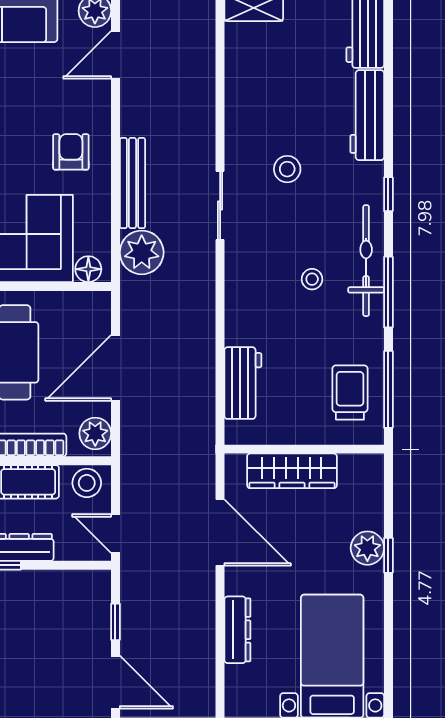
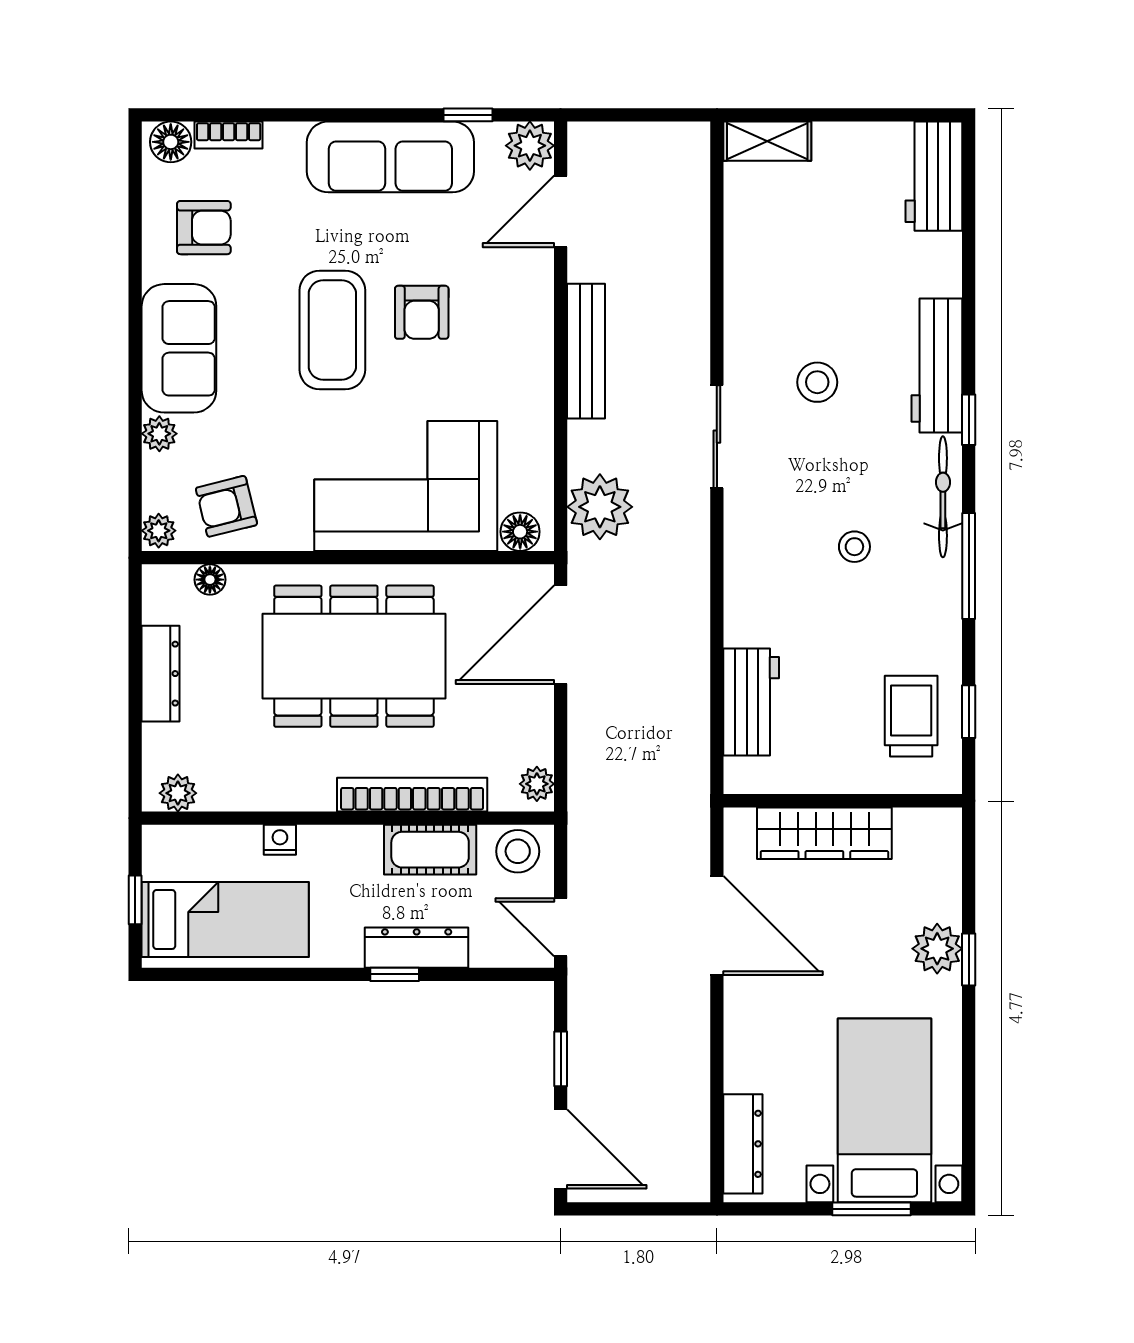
workbench: (367, 115) -> (937, 365), moved
armchair: (71, 152) -> (422, 312), moved, turned 180
bench: (132, 183) -> (586, 351), moved
bicycle: (366, 261) -> (943, 497), width x0.73, depth x0.71
door: (115, 368) -> (561, 635), moved
window: (388, 389) -> (969, 712), width x0.46
plant: (95, 433) -> (537, 784), width x0.73, depth x0.73
dresser: (237, 630) -> (743, 1144), moved

